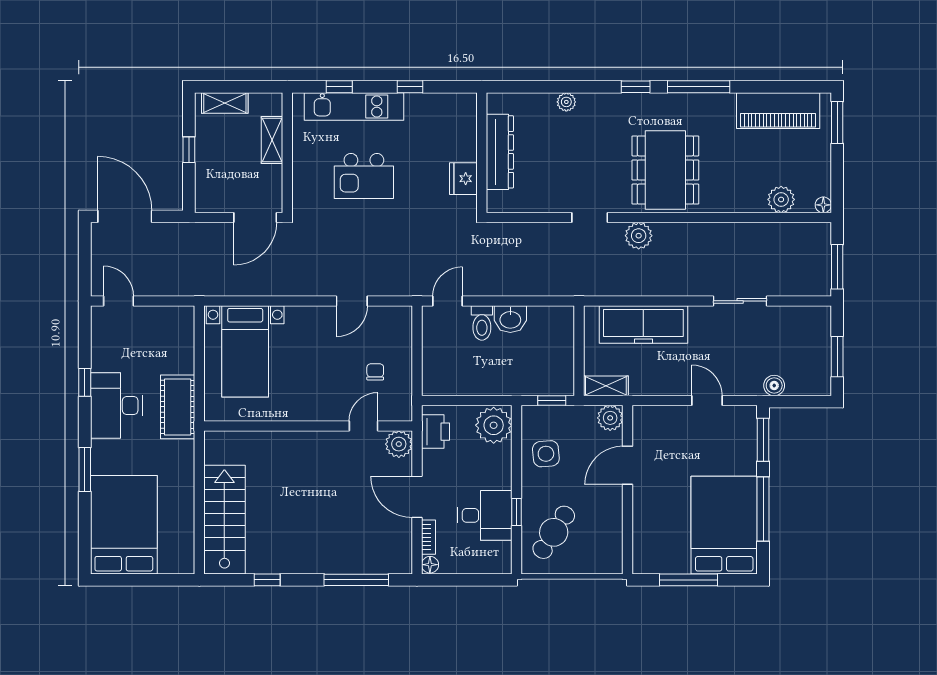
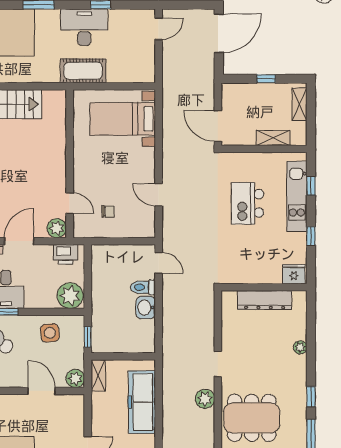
fridge: (463, 179) -> (294, 274), moved

